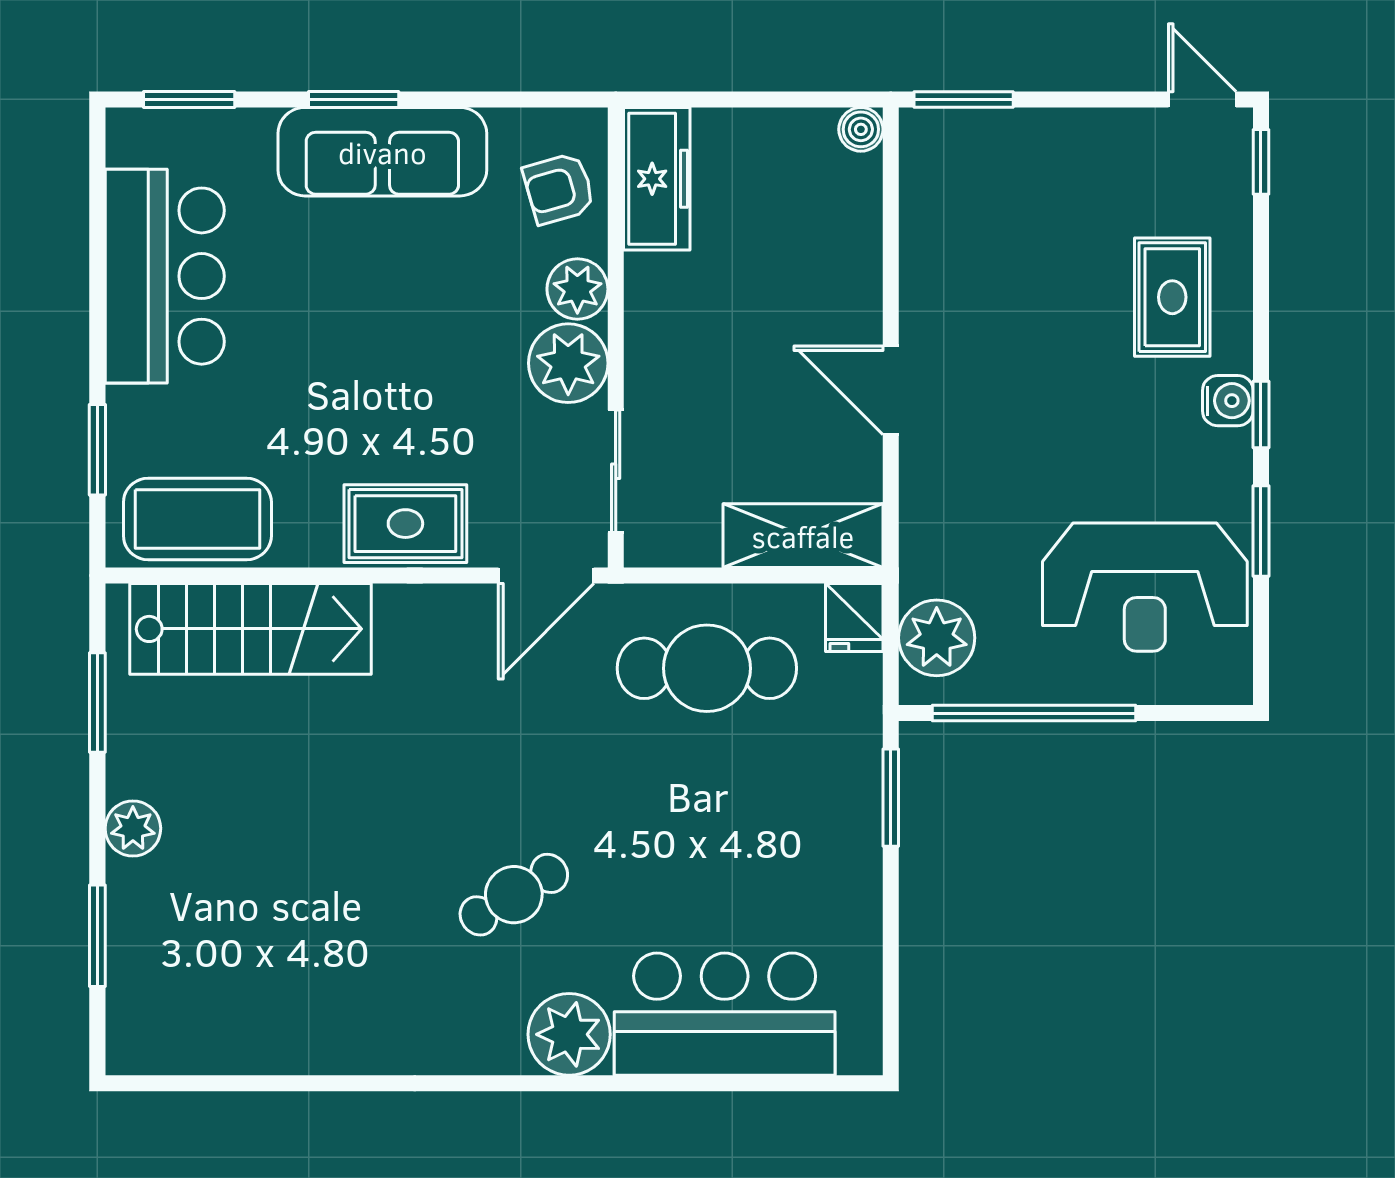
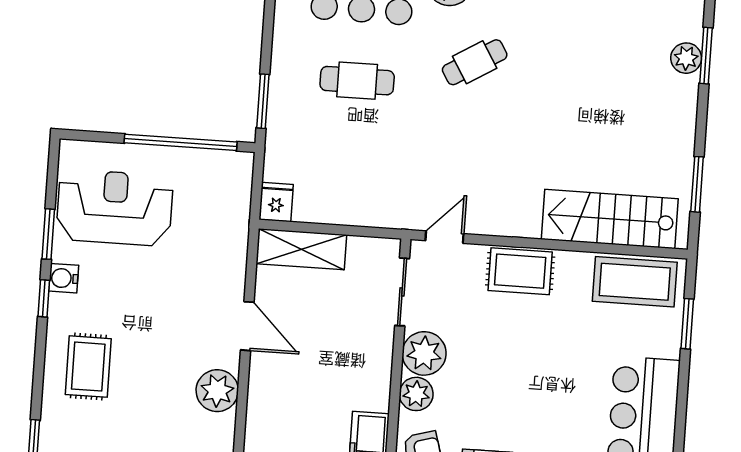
water cooler: (1228, 401) -> (64, 278), moved
door: (546, 576) -> (444, 237), width x0.73
plant: (937, 638) -> (217, 391), moved
cafe table: (707, 668) -> (357, 81), moved, width x0.73, depth x0.74
plant: (133, 828) -> (686, 58), moved

